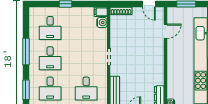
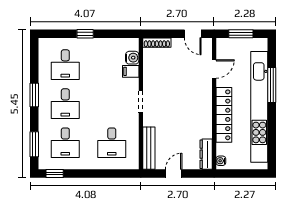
filing cabinet: (101, 12) -> (131, 71), moved
window: (26, 52) -> (34, 95), width x0.69
locker: (173, 67) -> (224, 115), added

